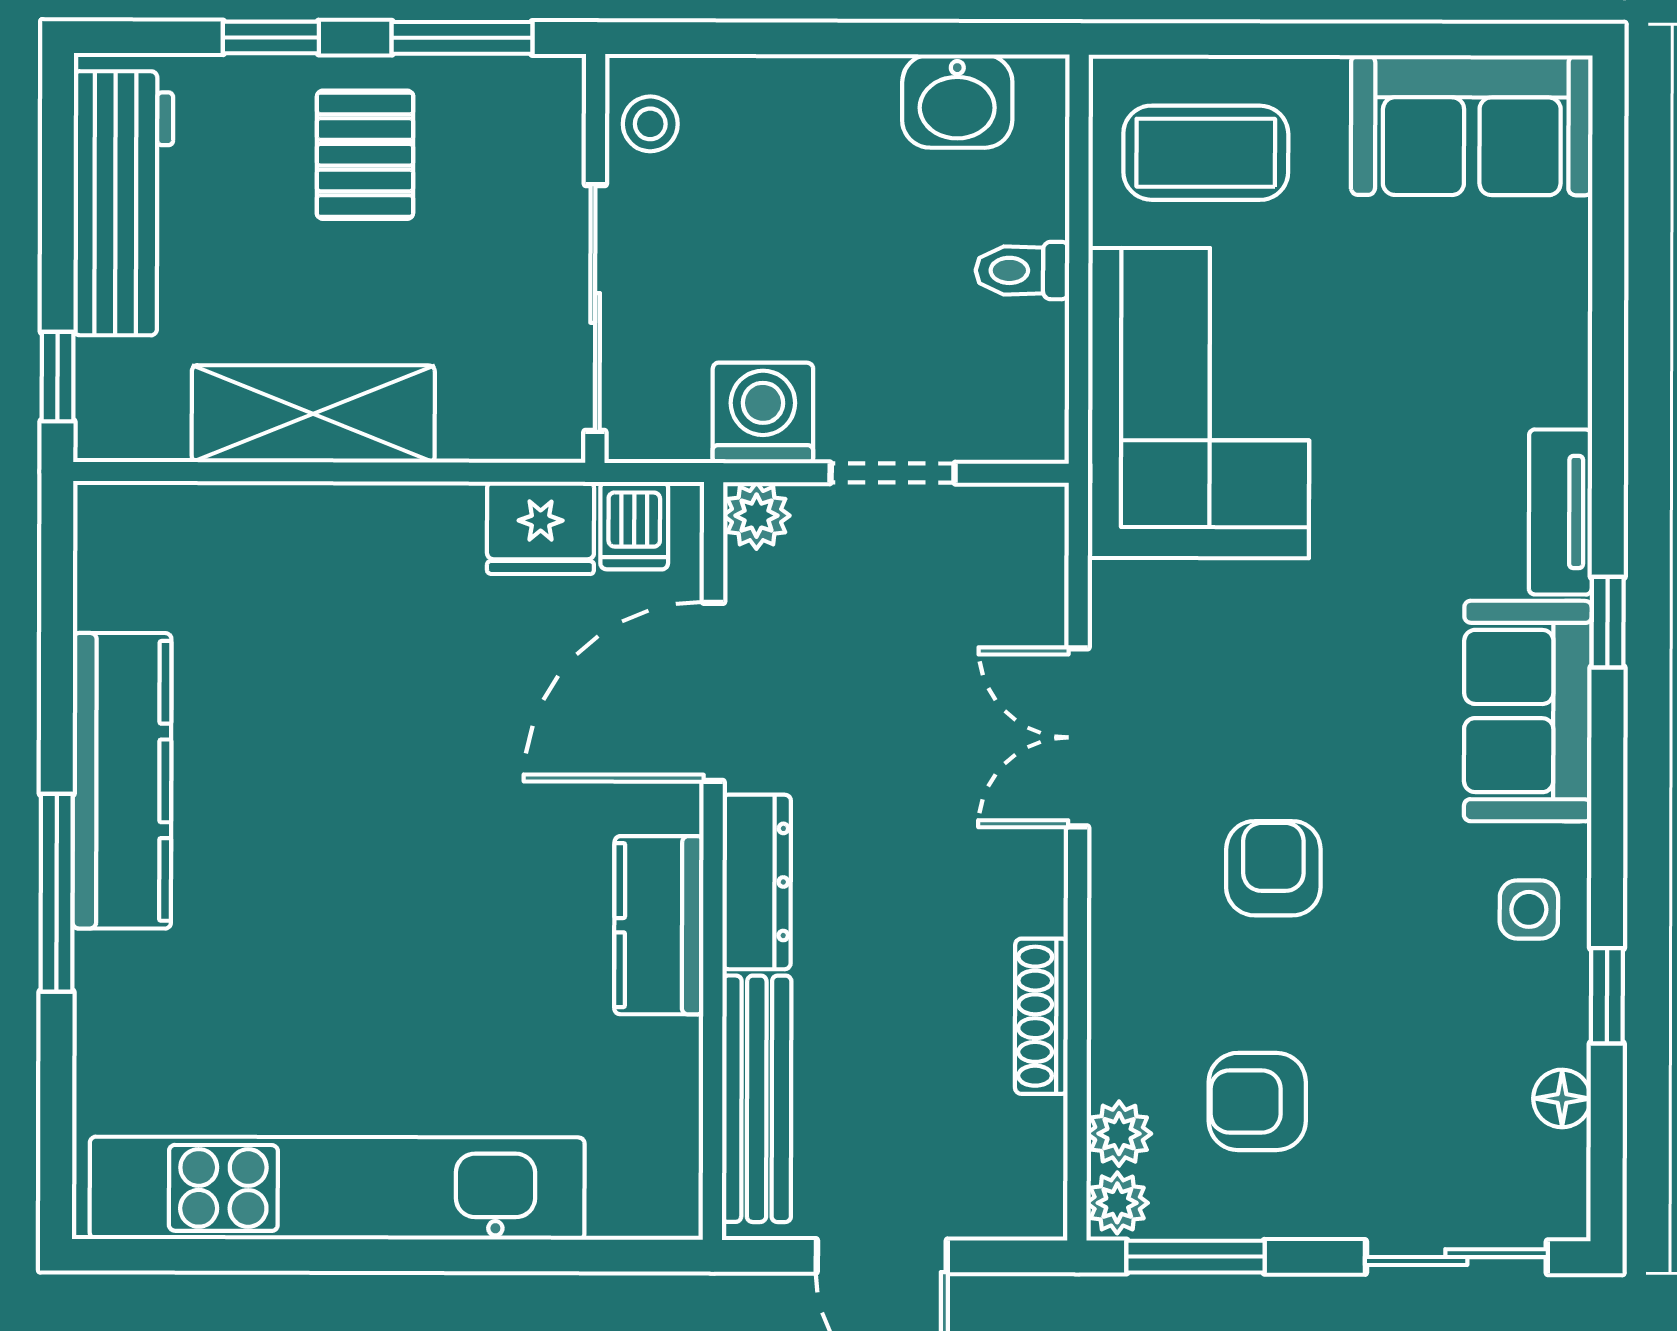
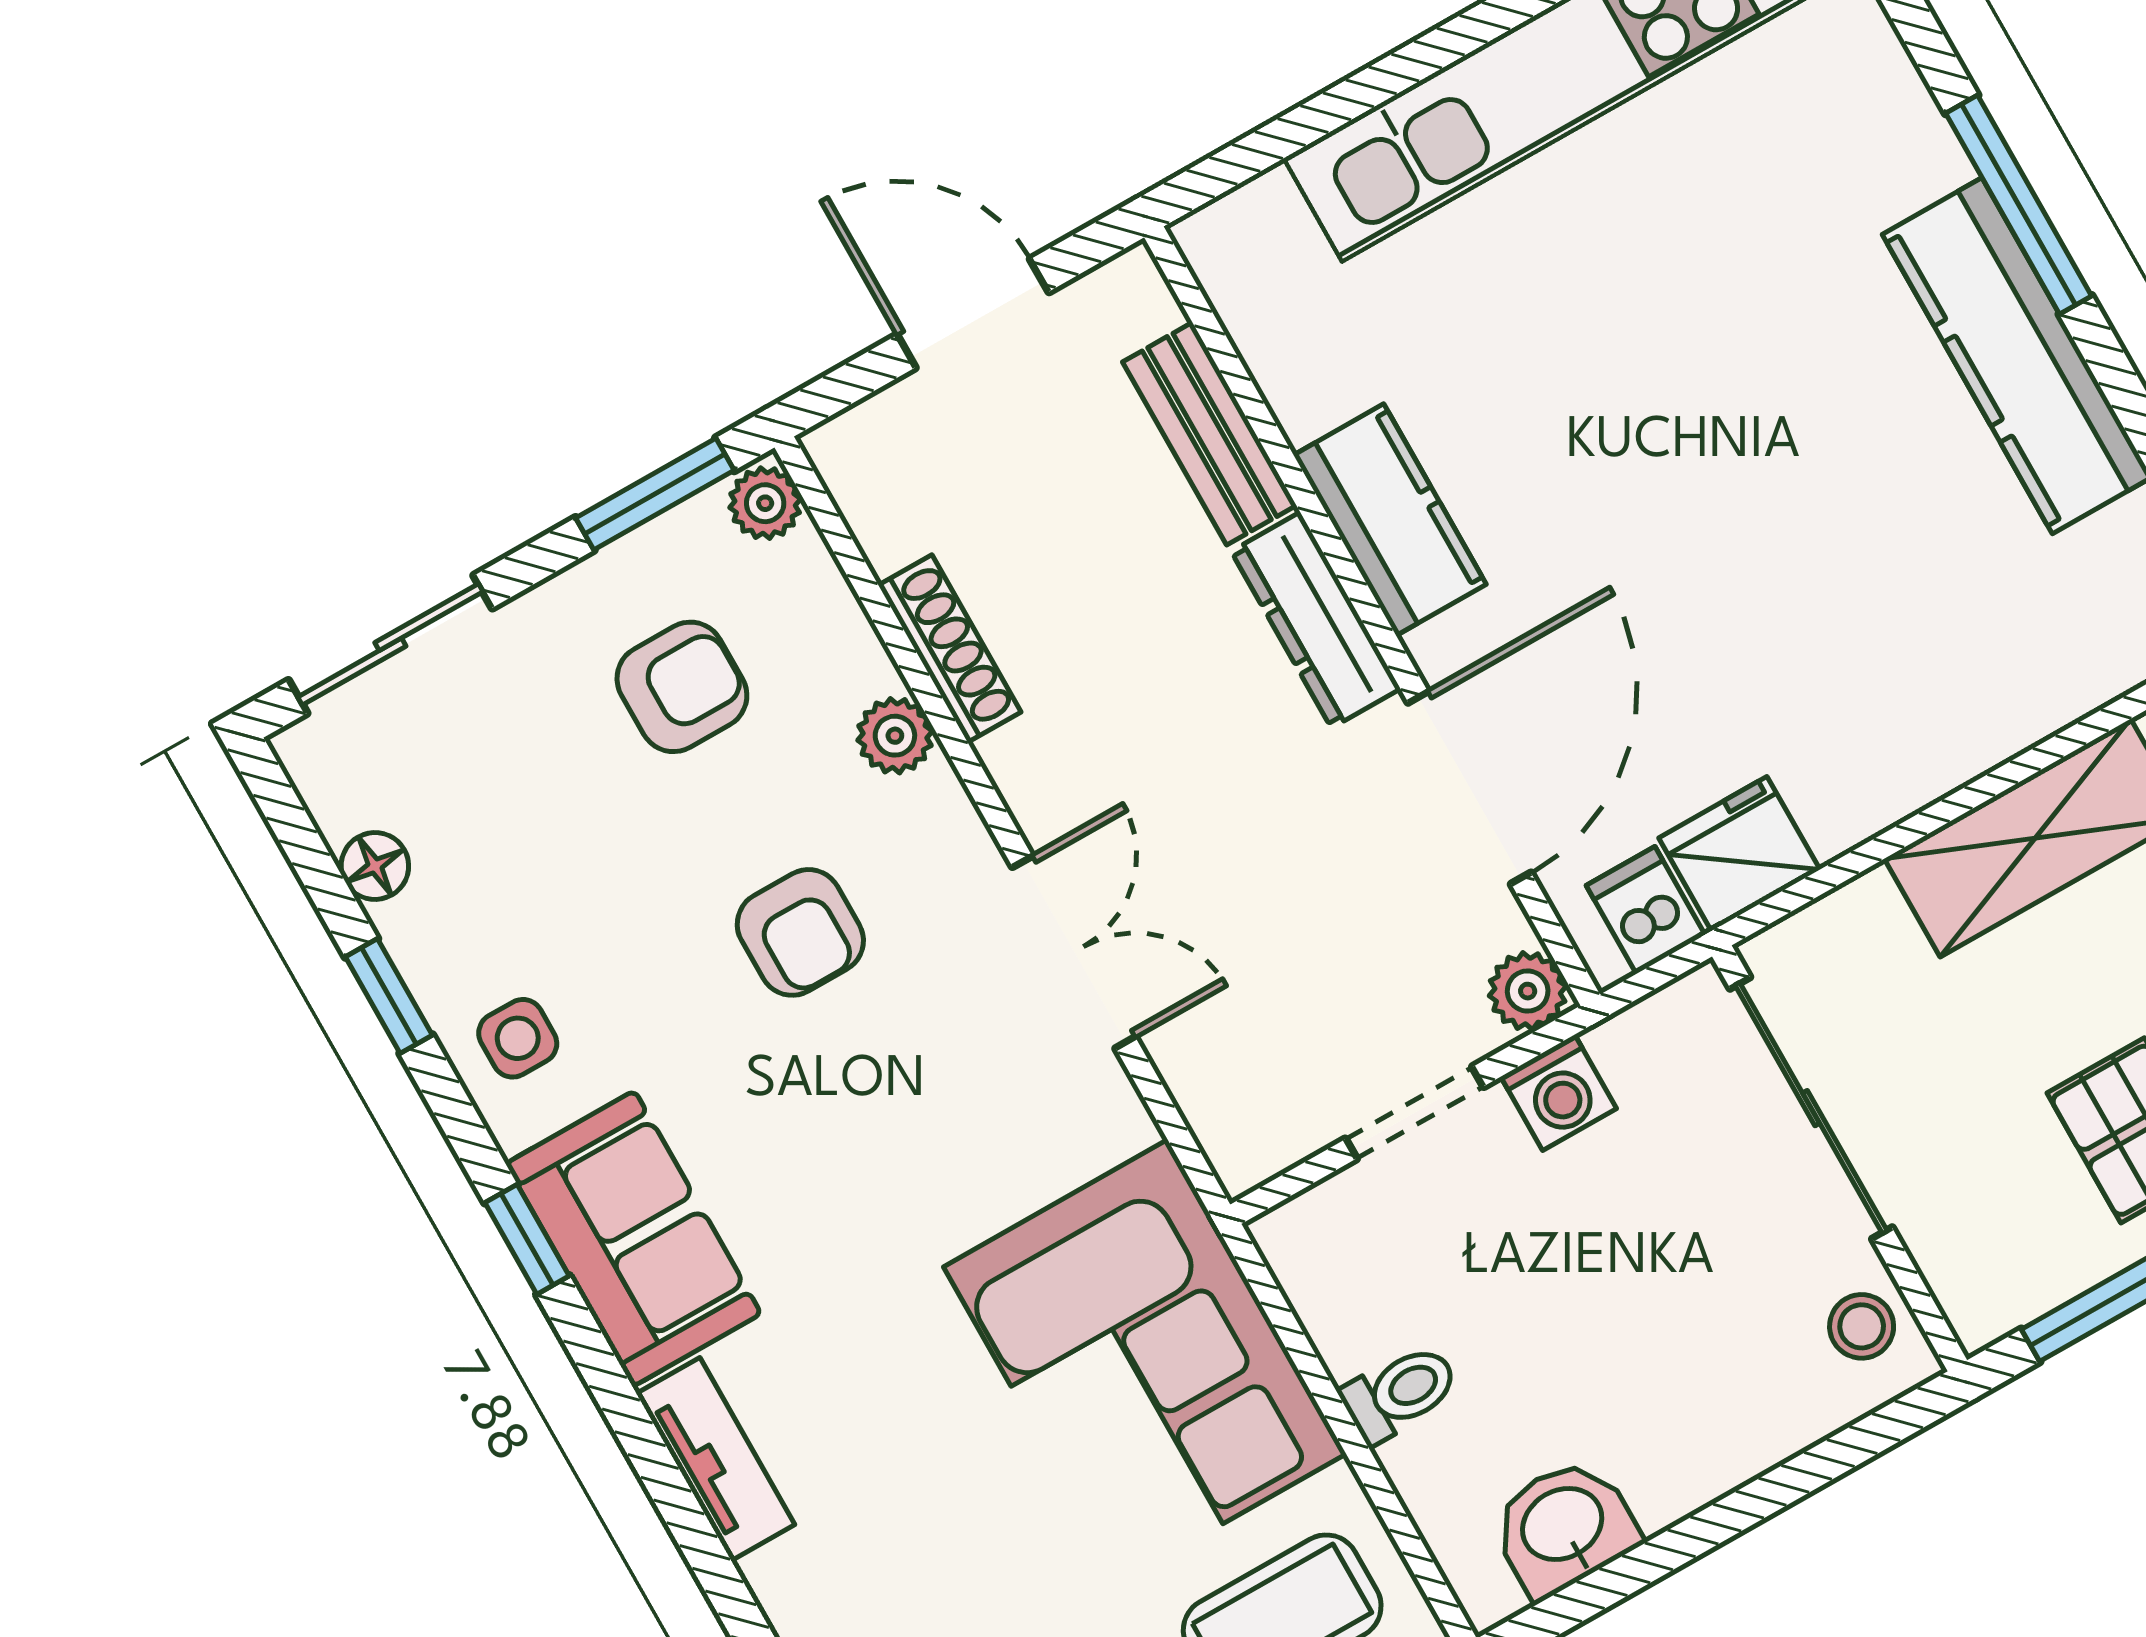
washing machine: (763, 413) -> (1559, 1093), width x0.73, depth x0.73
window: (1608, 622) -> (527, 1239), moved
bench: (757, 1099) -> (1209, 434), width x0.73
plant: (1119, 1134) -> (895, 736), moved

